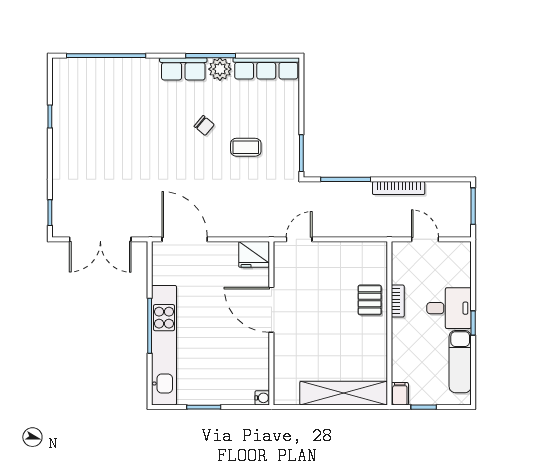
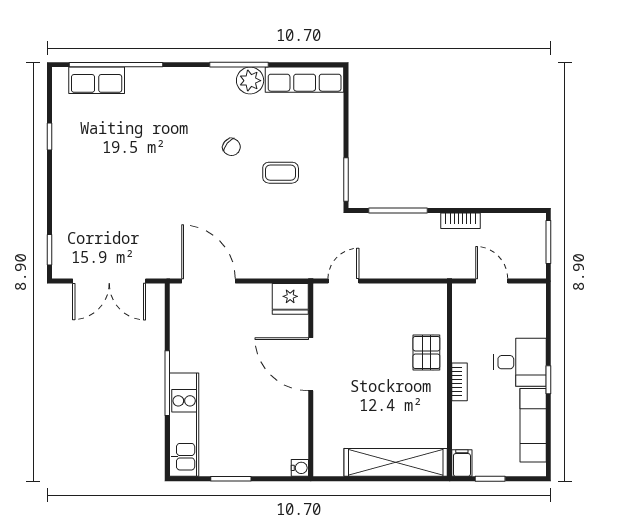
row of seats: (183, 69) -> (97, 80), moved
bookcase: (399, 188) -> (460, 221), width x0.64
bookcase: (398, 301) -> (459, 382), moved
kitchen unit: (164, 345) -> (184, 425), width x0.73

